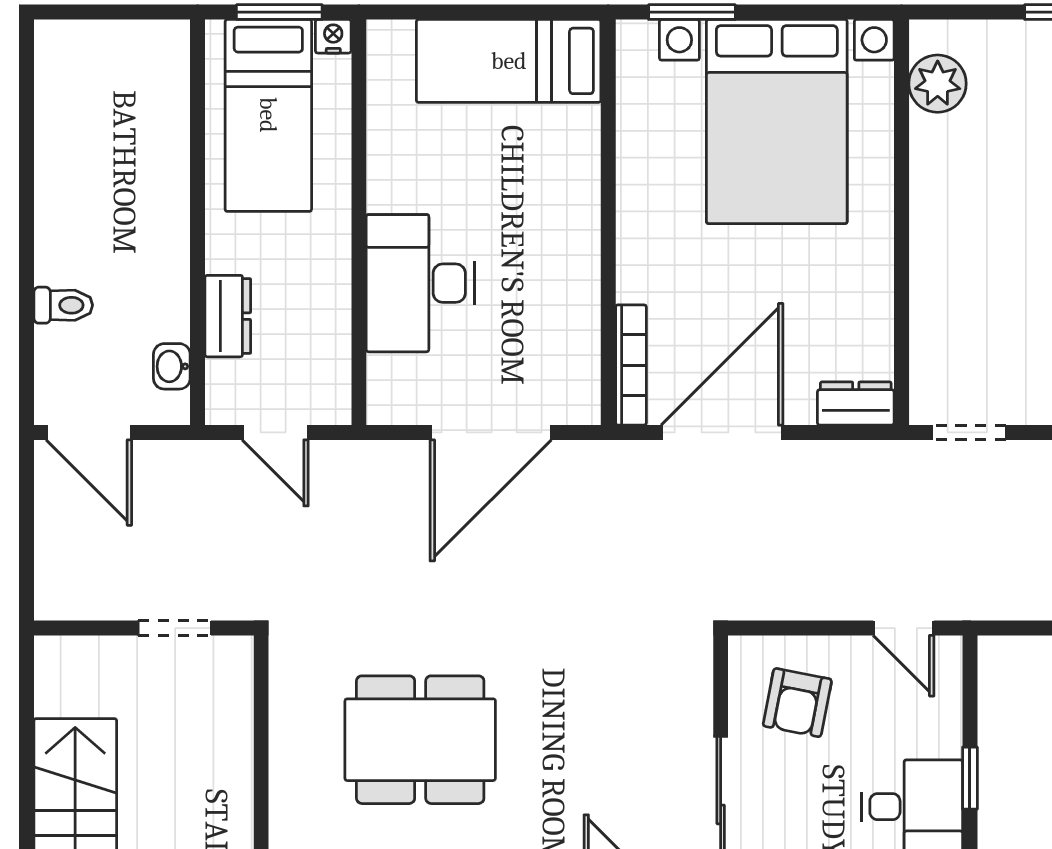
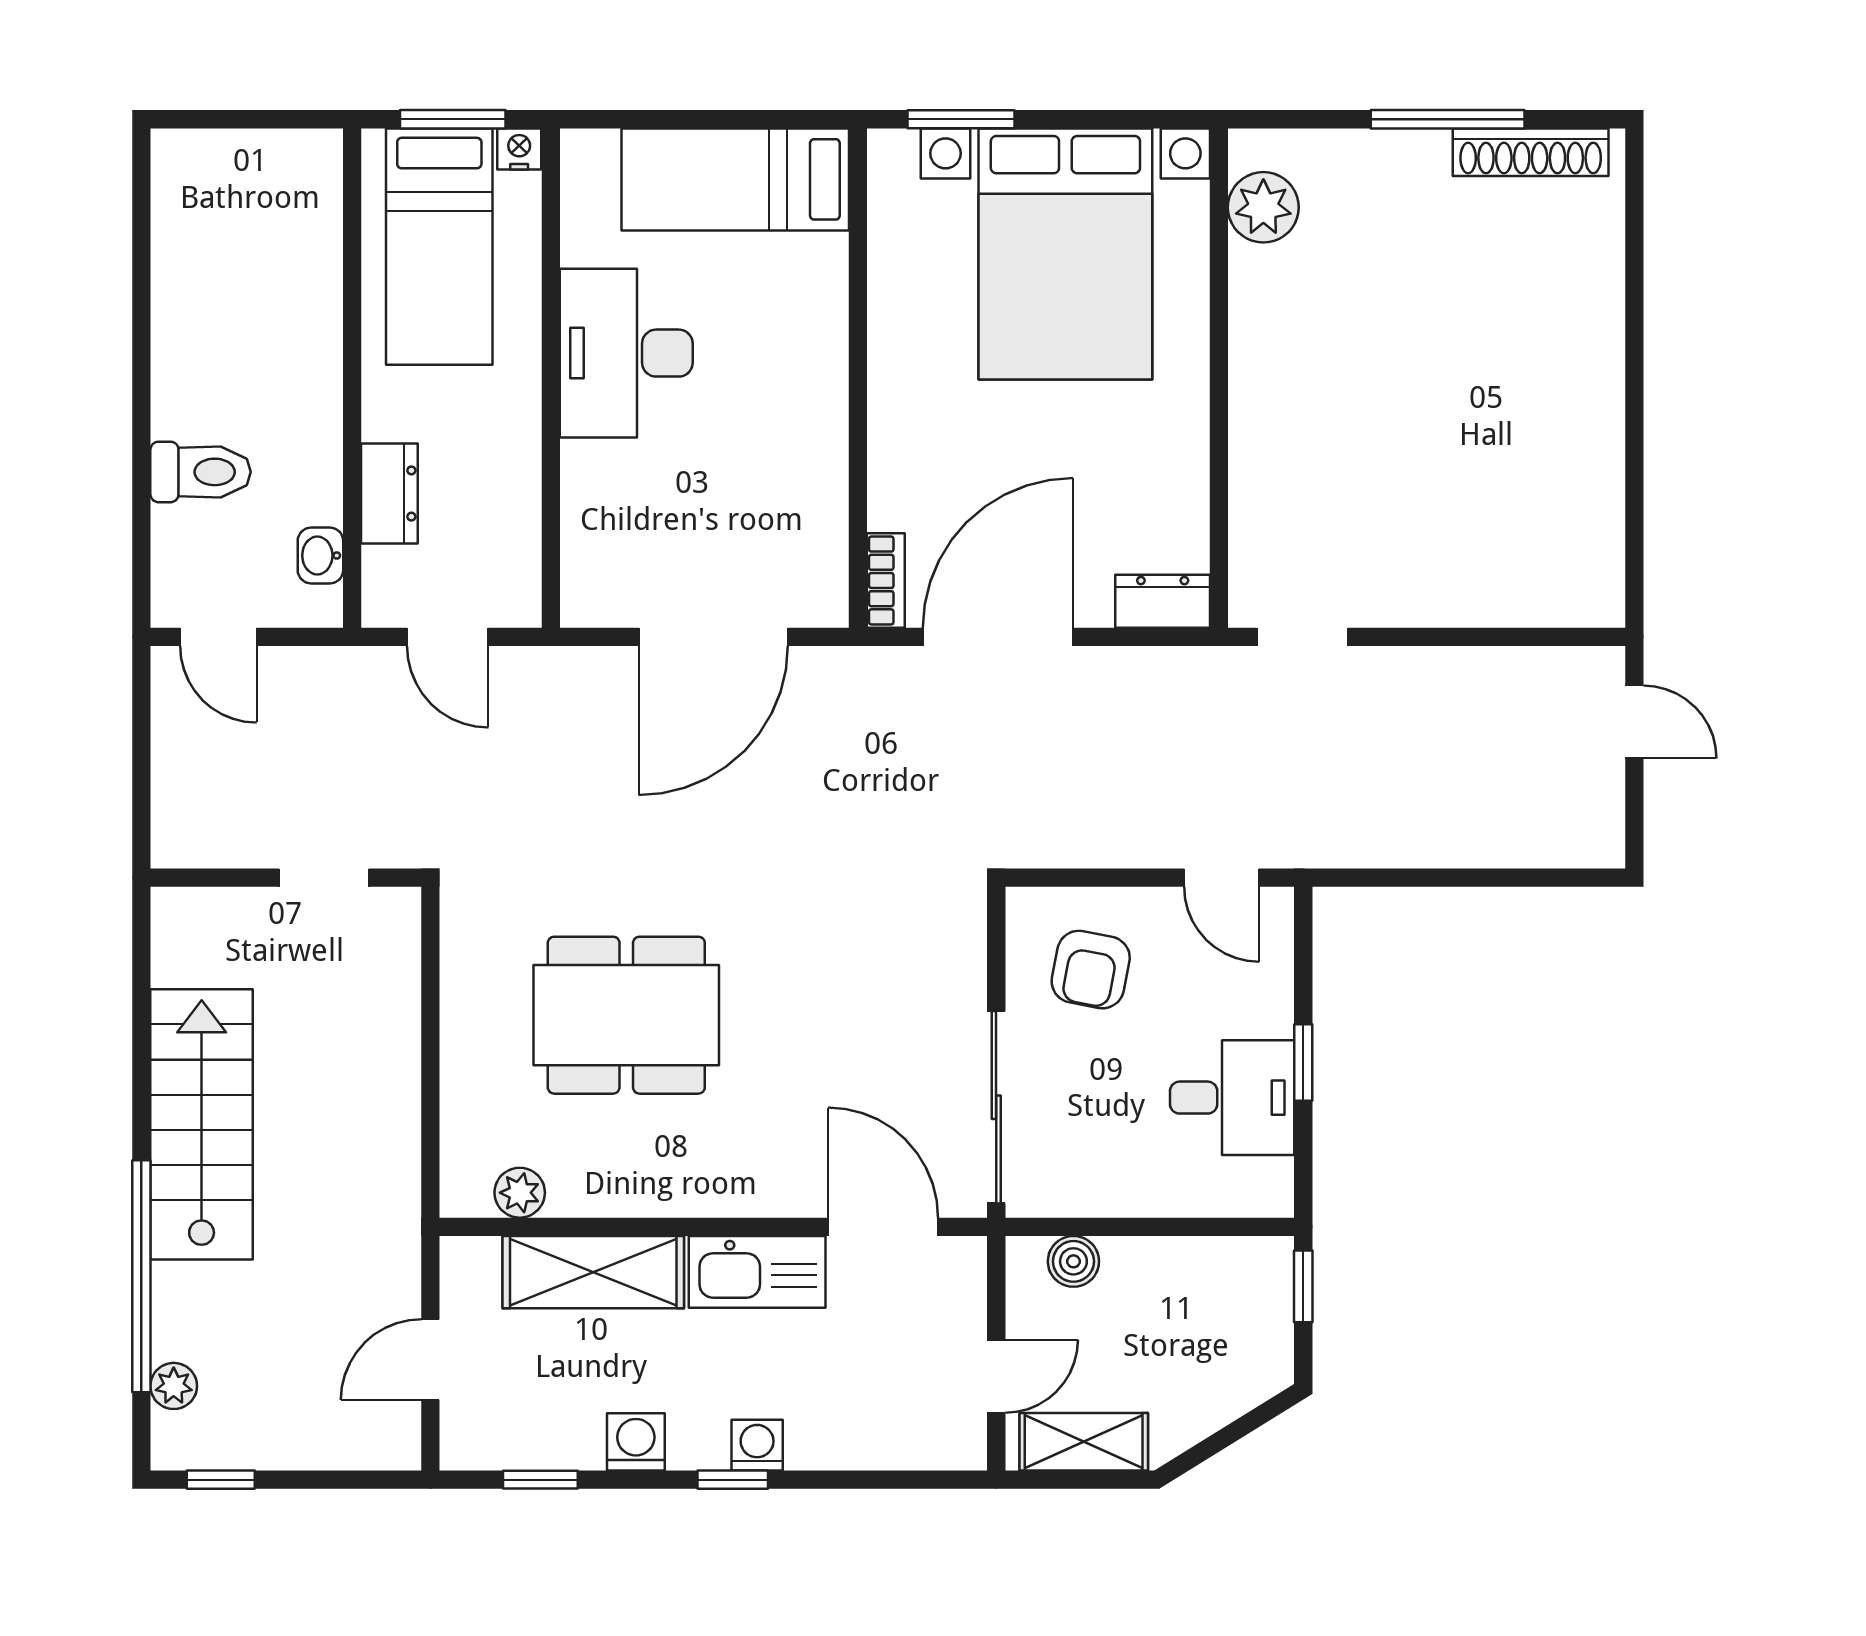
desk: (420, 283) -> (626, 353), moved
toilet: (63, 305) -> (201, 472), width x1.37, depth x1.39
bookcase: (631, 365) -> (886, 580), width x0.64
door: (89, 432) -> (218, 637), width x0.73

